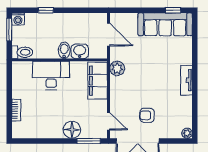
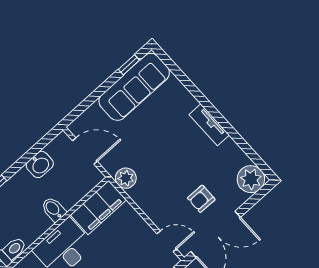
washbasin: (80, 51) -> (40, 164), moved, turned 180
filing cabinet: (98, 81) -> (98, 207), moved, turned -90
plant: (187, 133) -> (251, 179), width x1.88, depth x1.88

